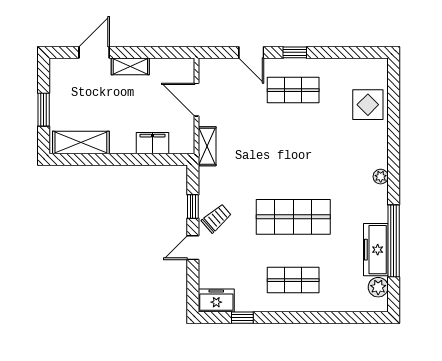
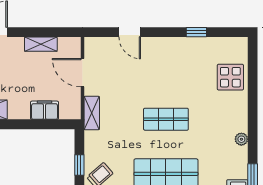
window: (295, 52) -> (196, 32), moved
shelving: (130, 66) -> (41, 44), moved
shop shelf: (293, 90) -> (166, 119), moved

